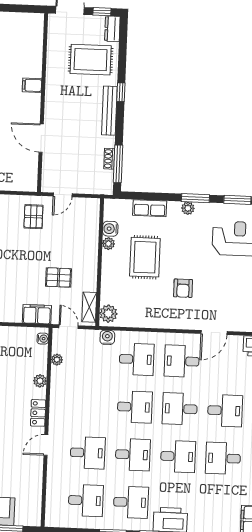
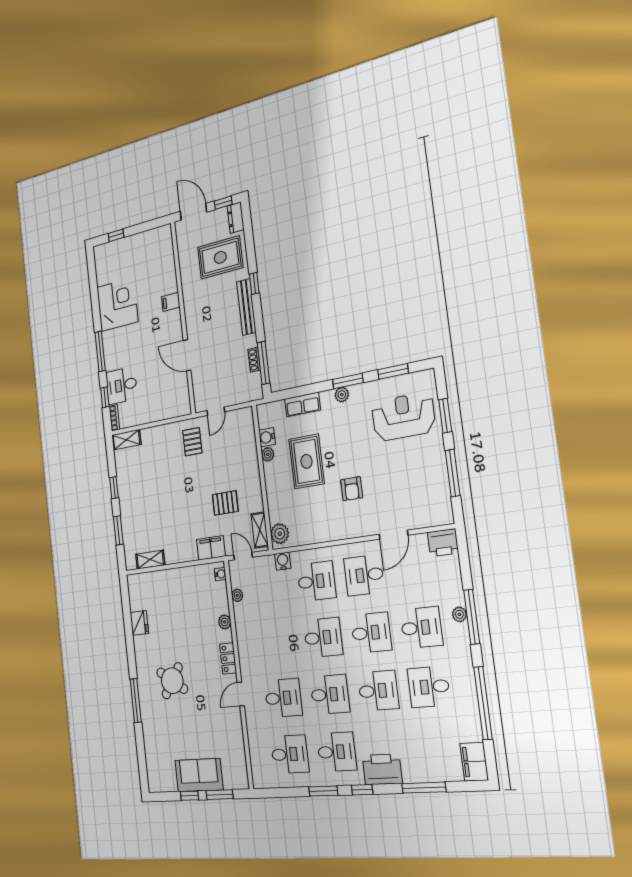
desk: (180, 409) -> (371, 633), turned 180

